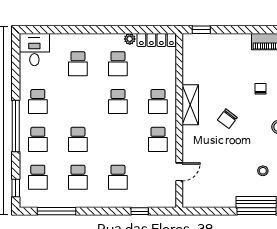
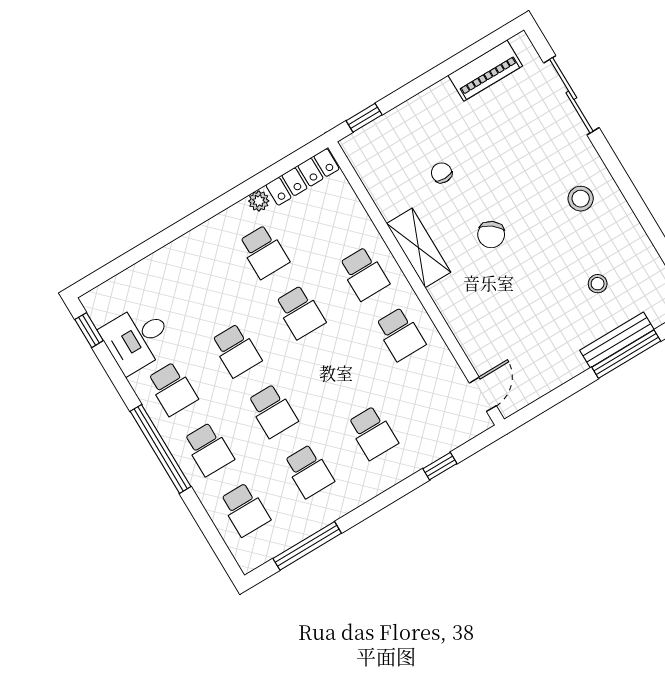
desk: (34, 50) -> (137, 338), moved, turned -90
school desk: (78, 64) -> (236, 350), moved
chair: (260, 89) -> (442, 173), moved
door: (179, 172) -> (483, 394), moved
window: (16, 188) -> (89, 330), moved

